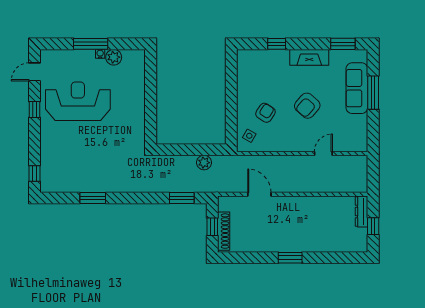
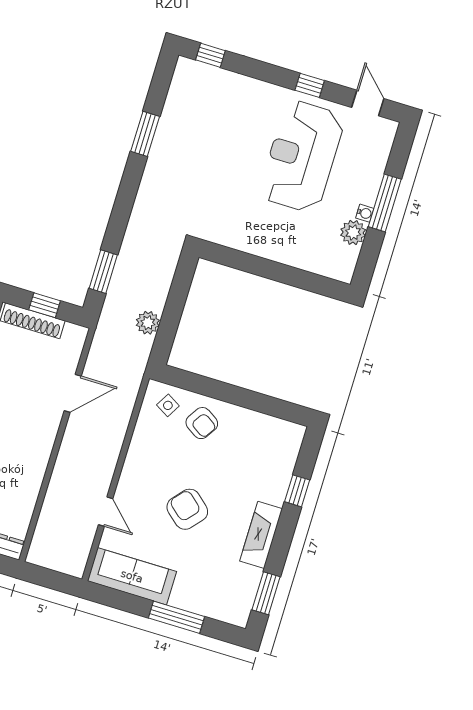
sofa: (357, 88) -> (132, 576), moved
reception desk: (78, 101) -> (302, 156), turned 180
armchair: (265, 113) -> (202, 423), moved

